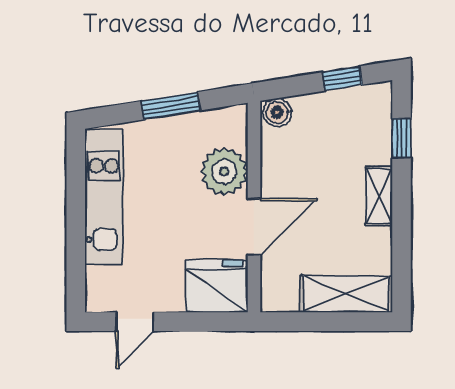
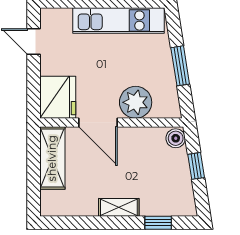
window: (342, 79) -> (196, 166), moved
shelving: (346, 294) -> (52, 158), moved

